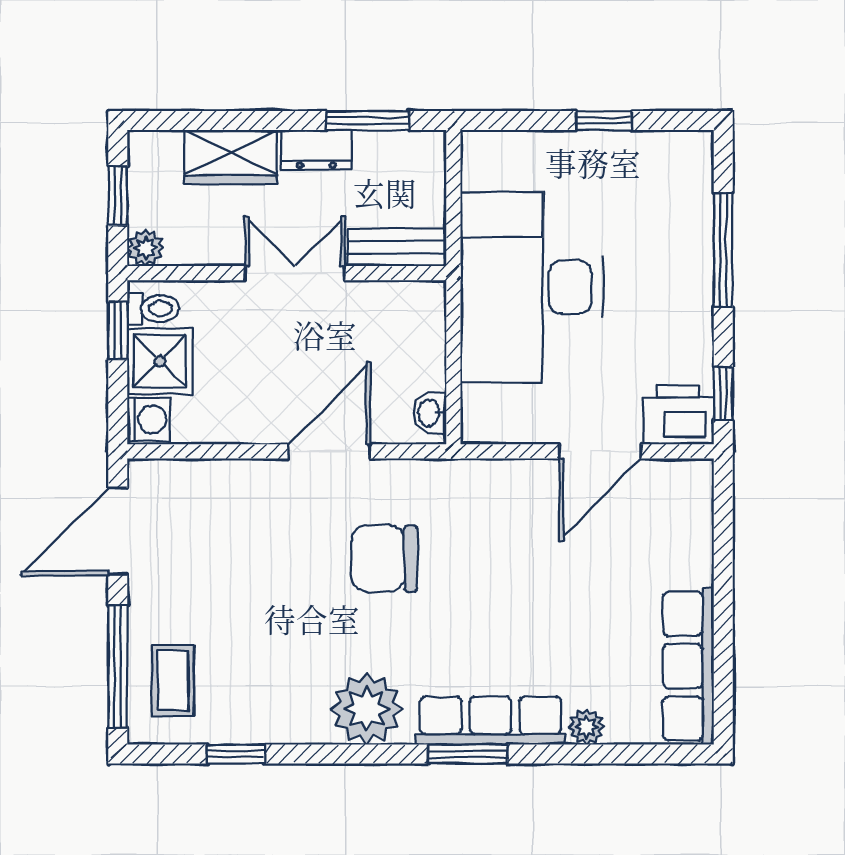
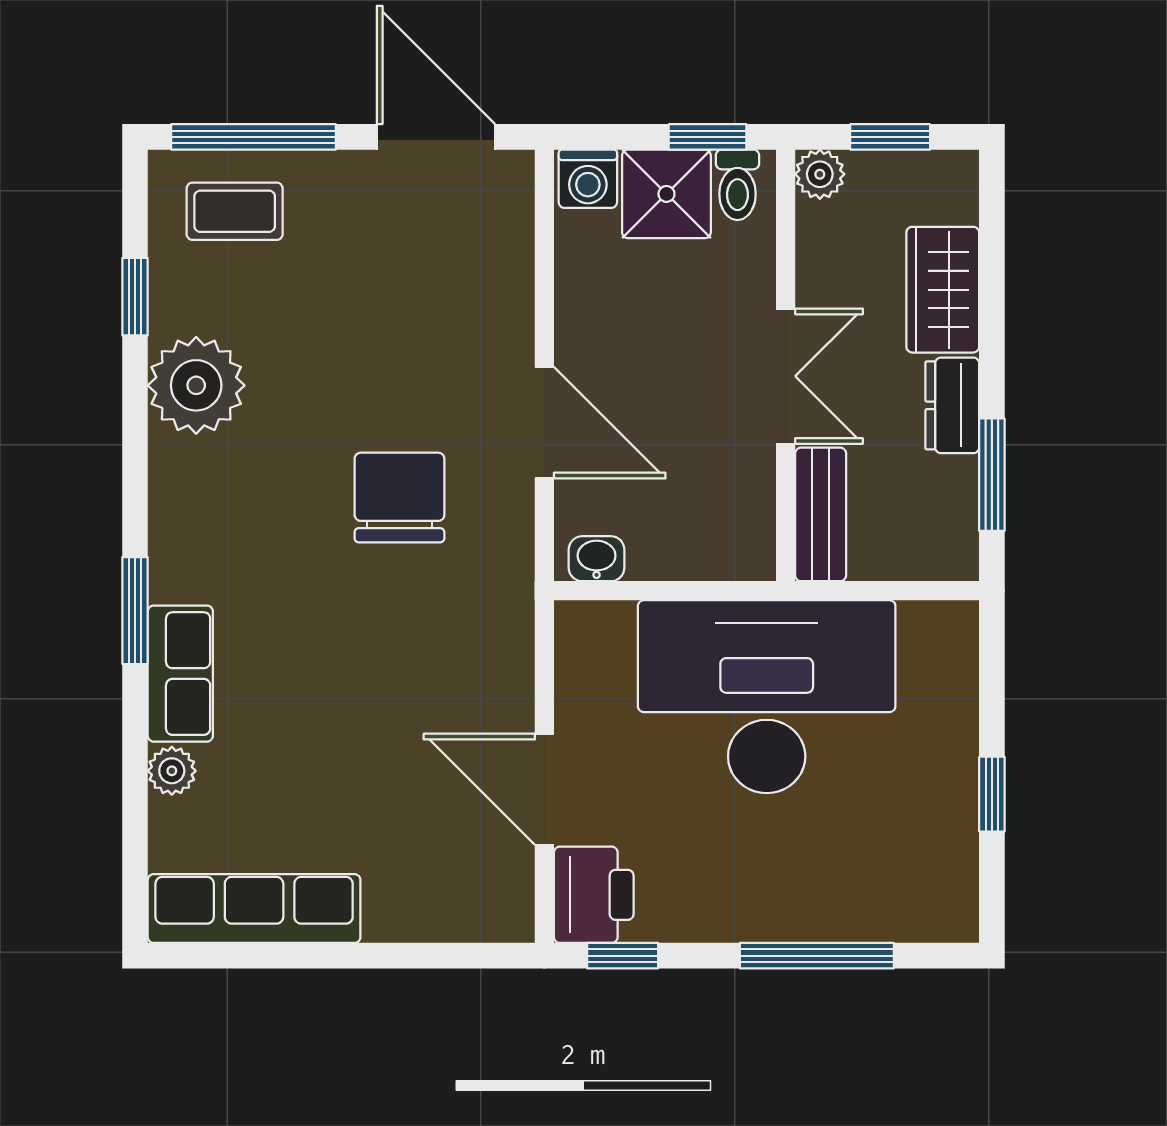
plant: (367, 709) -> (196, 385), moved
row of seats: (491, 721) -> (180, 674), width x0.68

